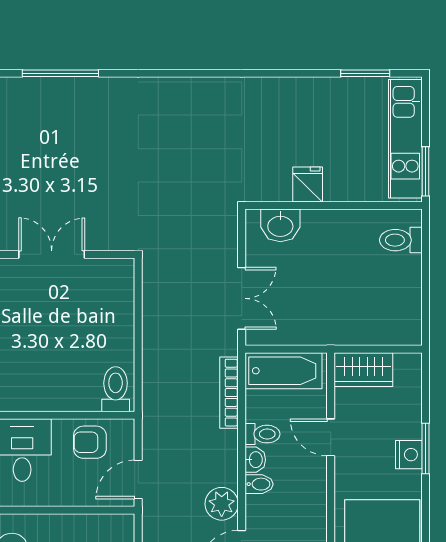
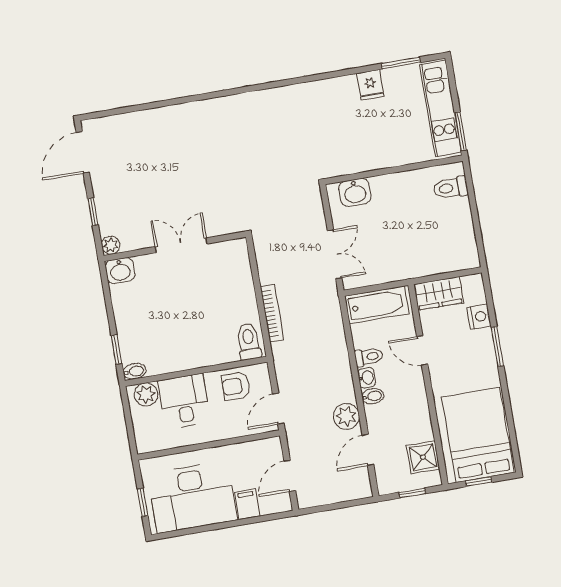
window: (60, 73) -> (164, 103), removed
fridge: (308, 184) -> (370, 85), moved, turned 180
bookcase: (229, 393) -> (272, 313), moved, turned 180
nightstand: (409, 455) -> (479, 317), moved

